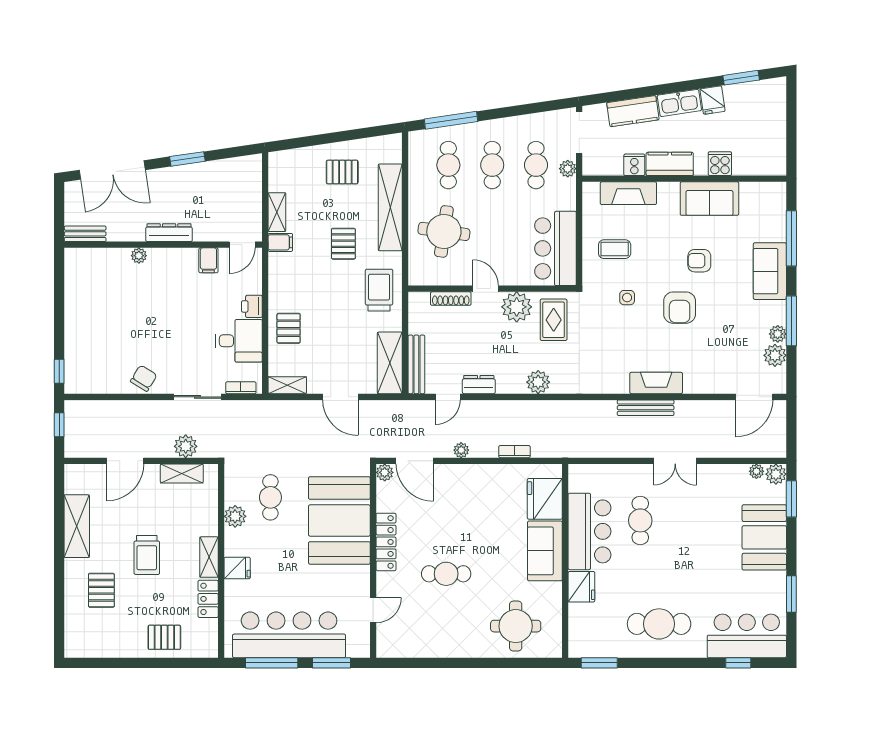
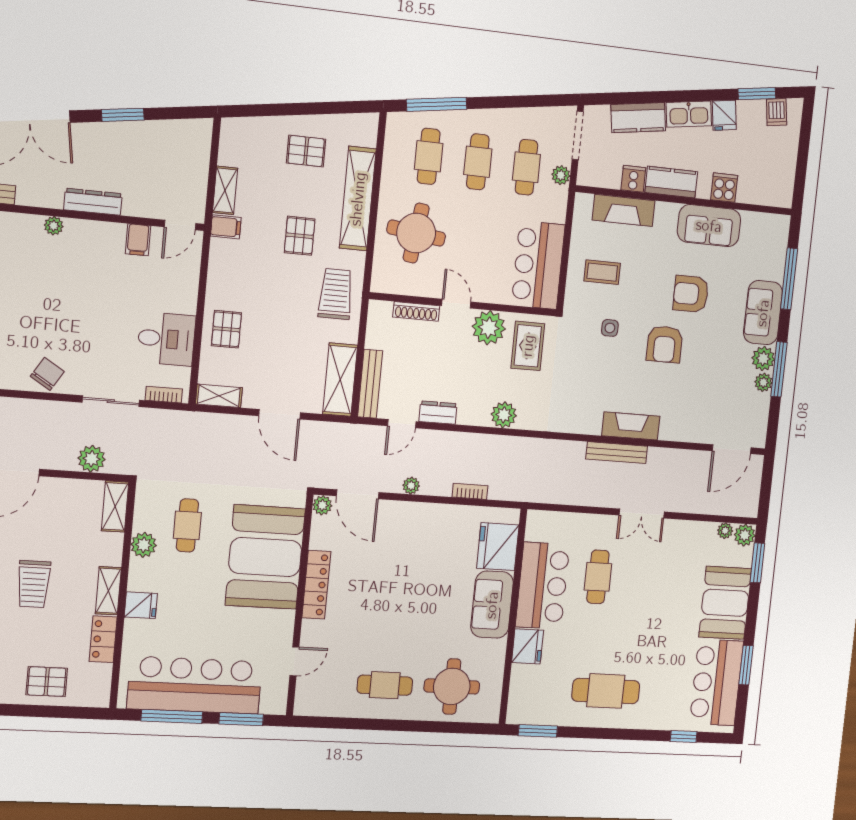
dishwasher: (762, 92) -> (777, 112), added
armchair: (699, 261) -> (691, 294), width x1.38, depth x1.38
printer: (252, 306) -> (185, 300), removed
plant: (775, 355) -> (763, 359), moved
shelving: (182, 473) -> (115, 506), moved, turned 90
cafe table: (446, 574) -> (385, 685), moved
bar counter: (747, 636) -> (716, 682), moved, turned -90

